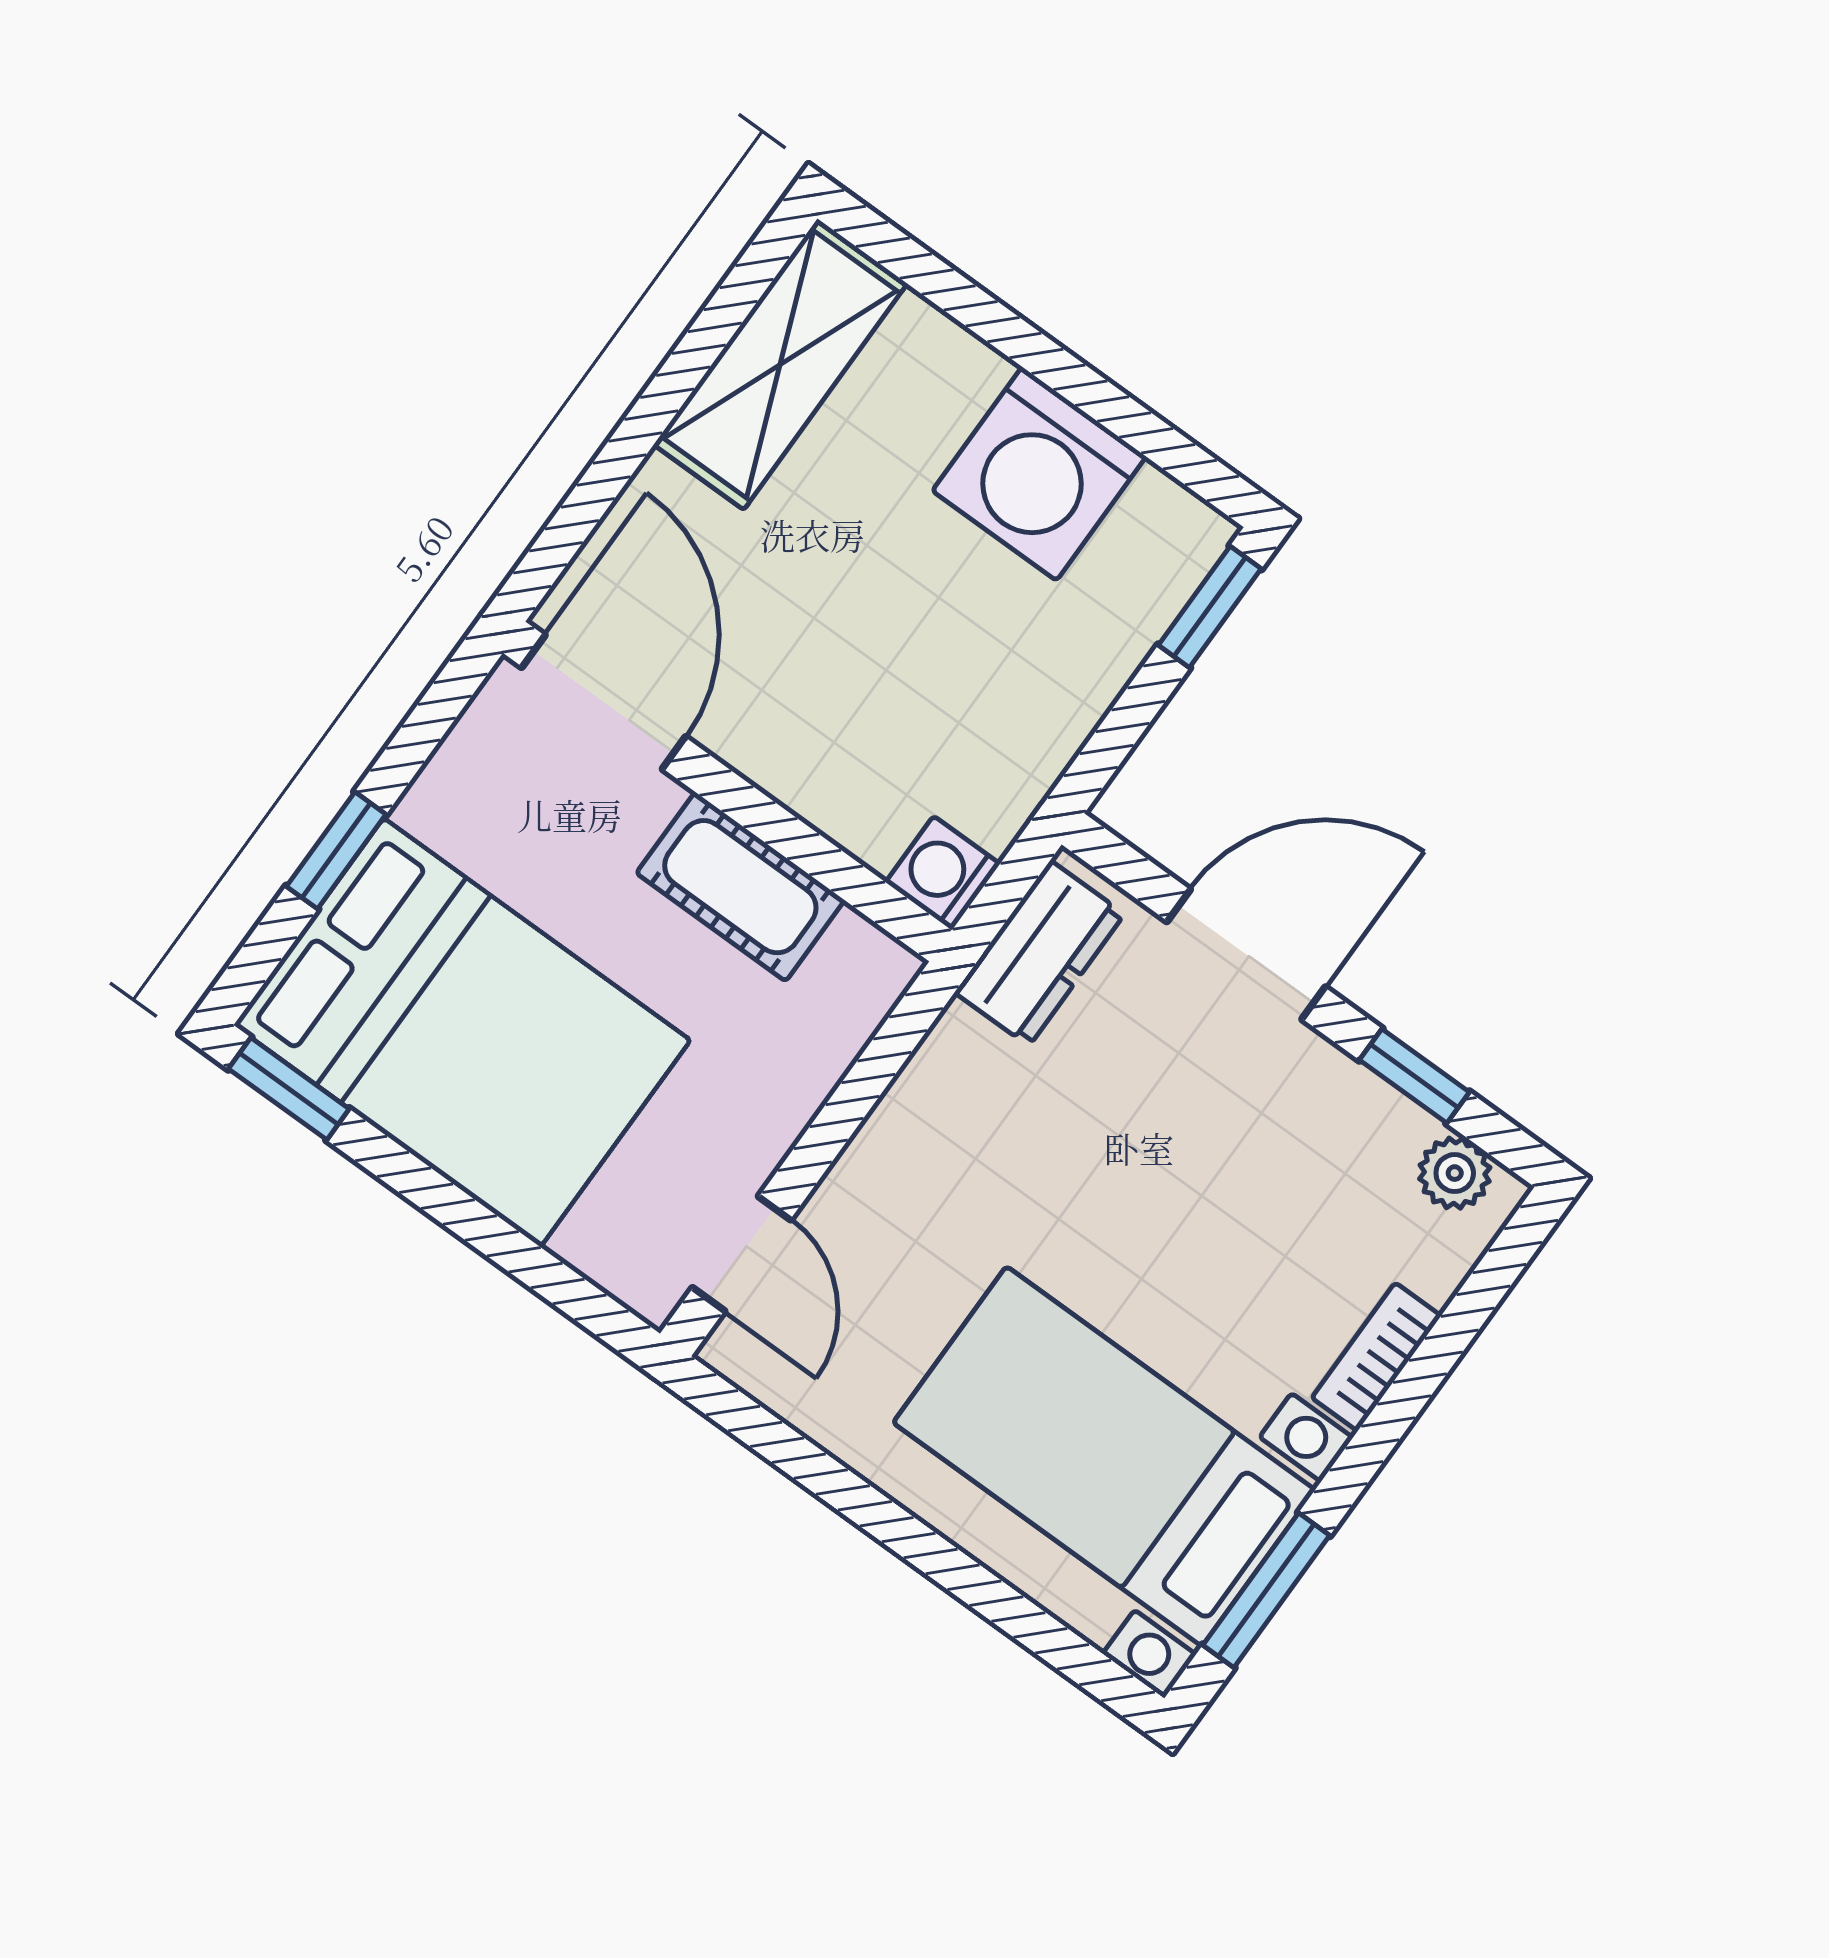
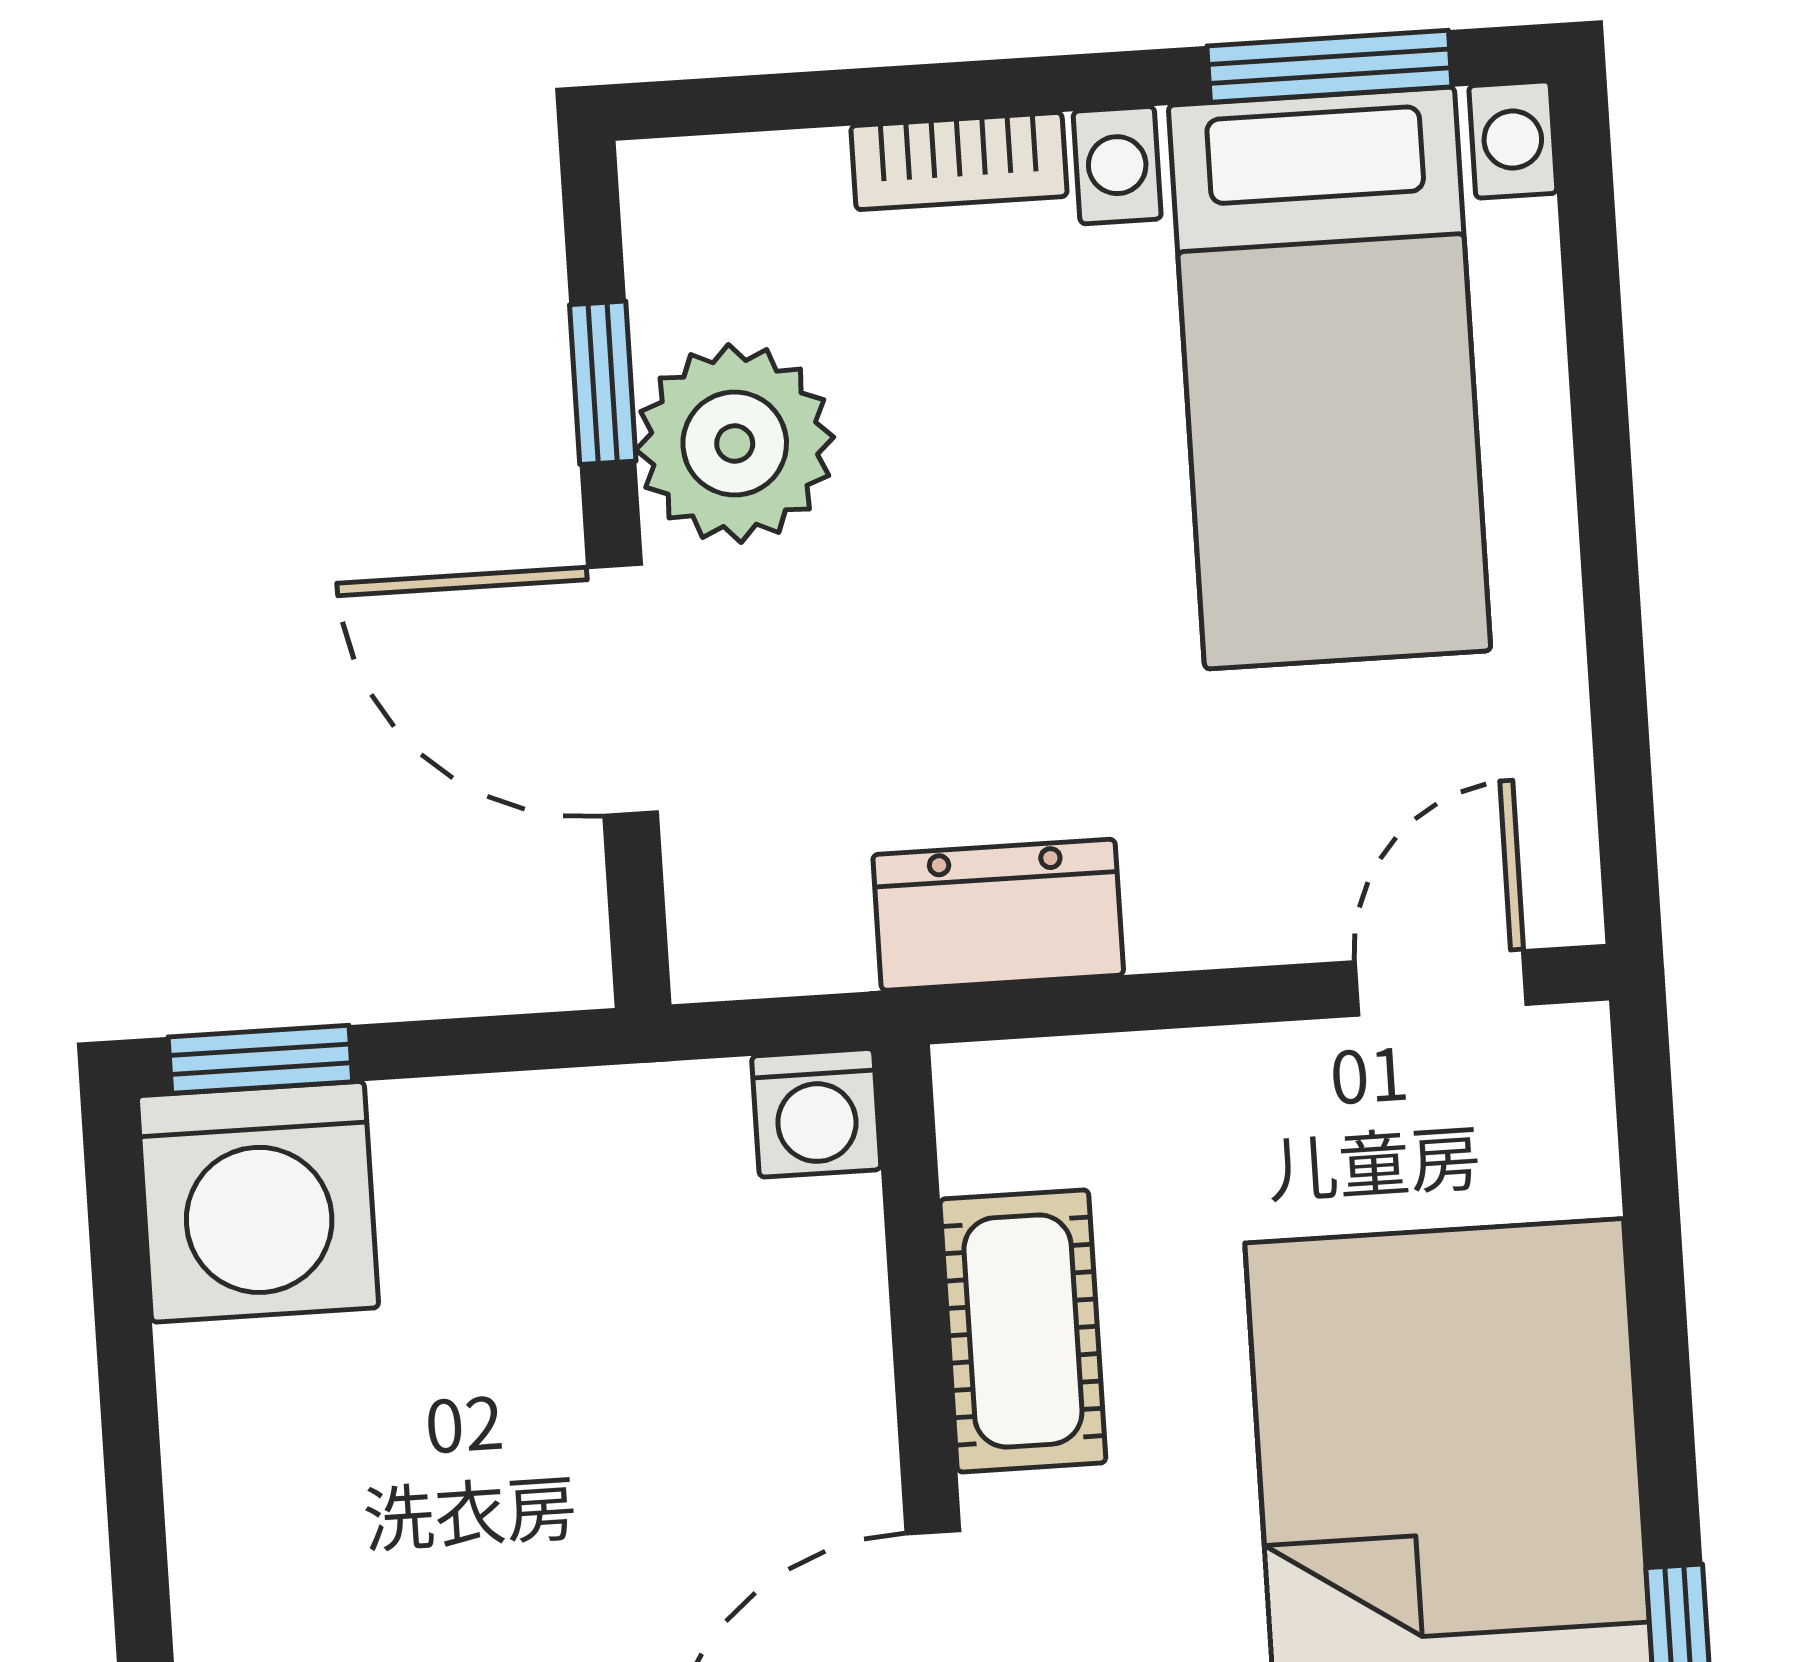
washing machine: (1039, 474) -> (258, 1202), moved, turned 90
dresser: (1040, 953) -> (998, 915), moved
plant: (1455, 1173) -> (735, 444), moved, width x1.88, depth x1.88

